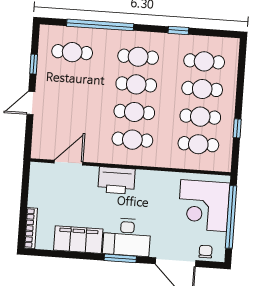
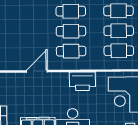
door: (68, 163) -> (37, 71), moved
printer: (116, 181) -> (82, 81), moved

